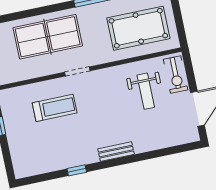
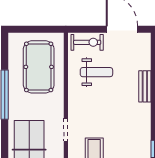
bench: (116, 152) -> (145, 86), moved

